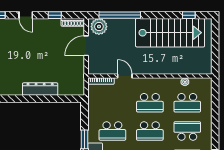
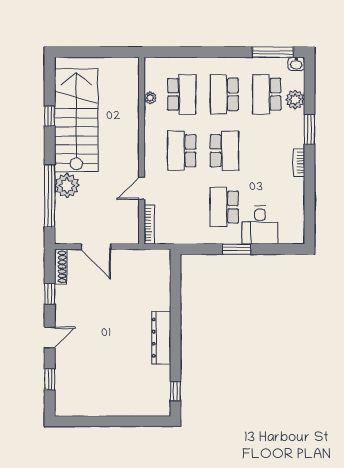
window: (189, 15) -> (50, 116), moved
plant: (99, 27) -> (67, 186), moved
dresser: (40, 89) -> (161, 338), moved
school desk: (150, 103) -> (182, 151), turned 180
school desk: (112, 131) -> (224, 207), turned 180

